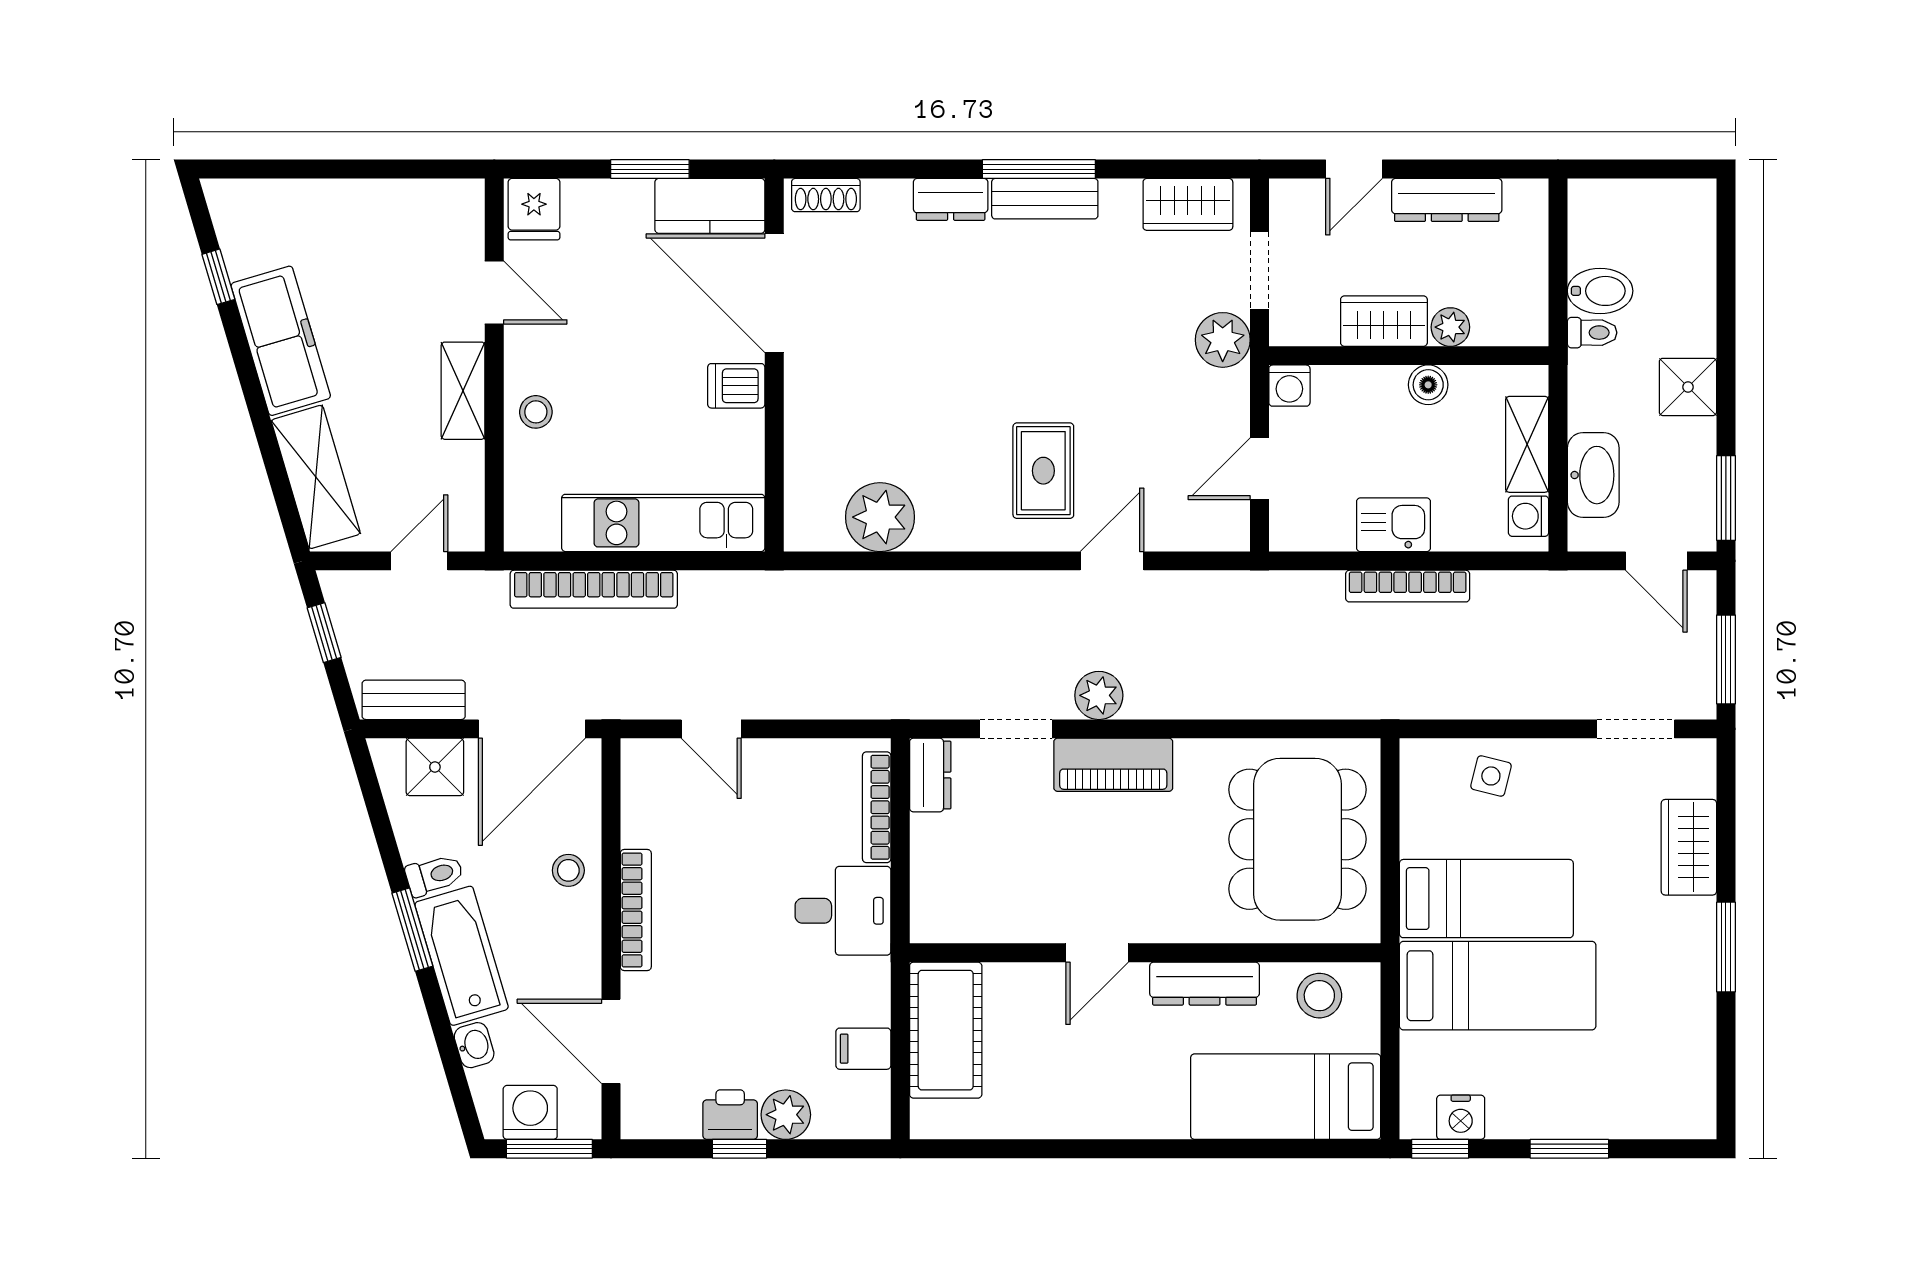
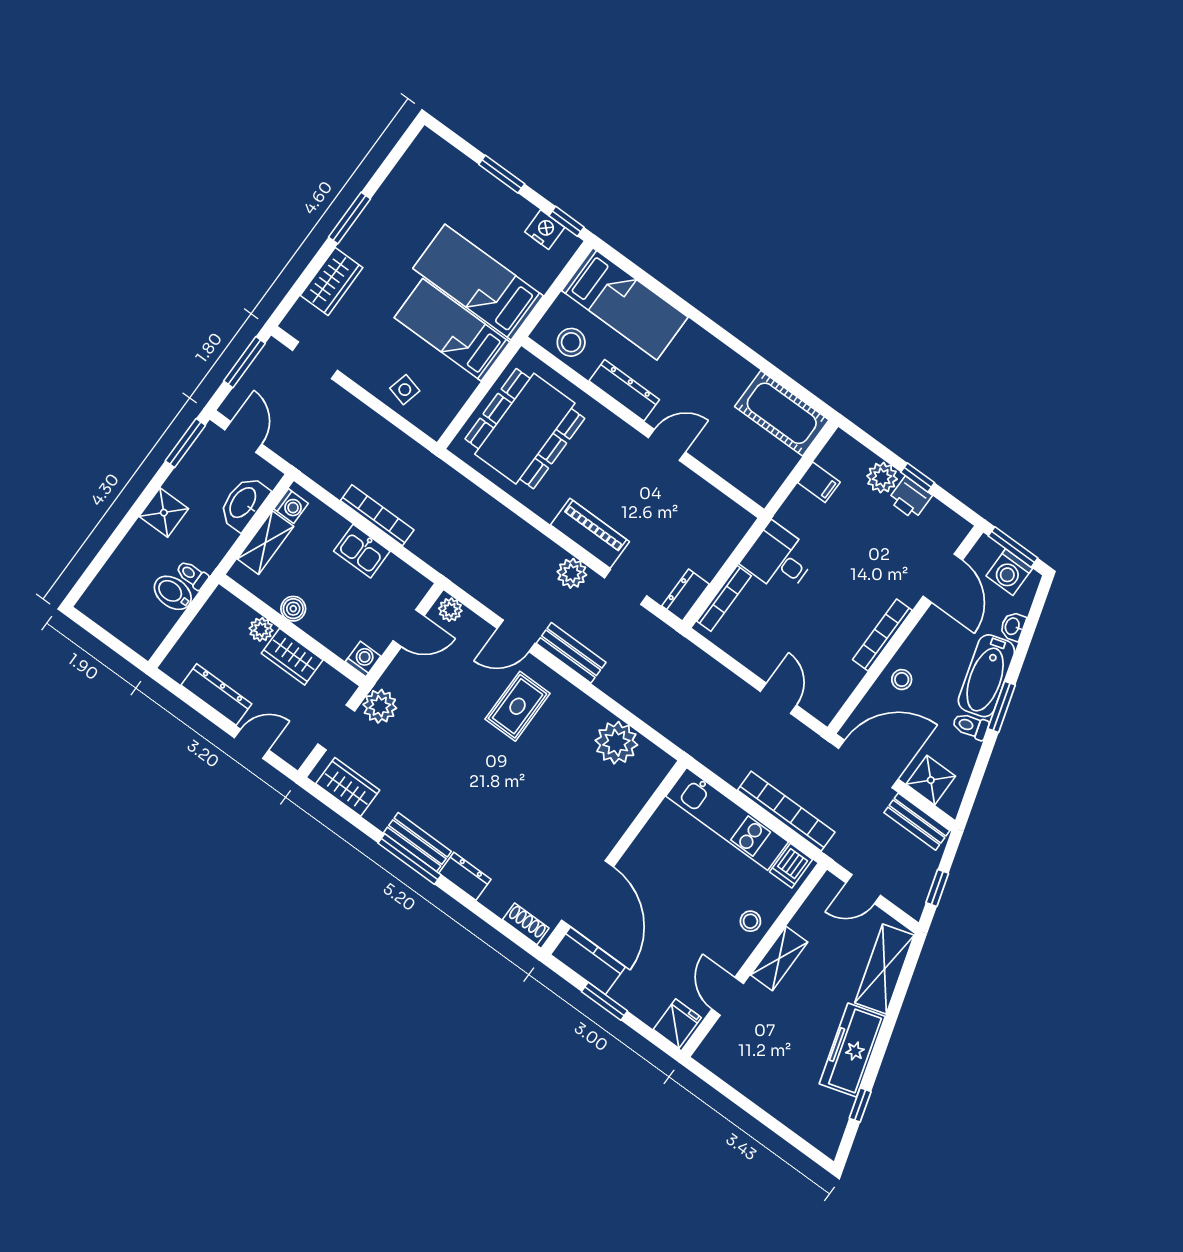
dishwasher: (736, 386) -> (791, 866), moved, turned 90
plant: (1223, 533) -> (450, 610), added
bench: (1024, 591) -> (571, 653), added
cot: (946, 1030) -> (782, 413), moved, turned 90

